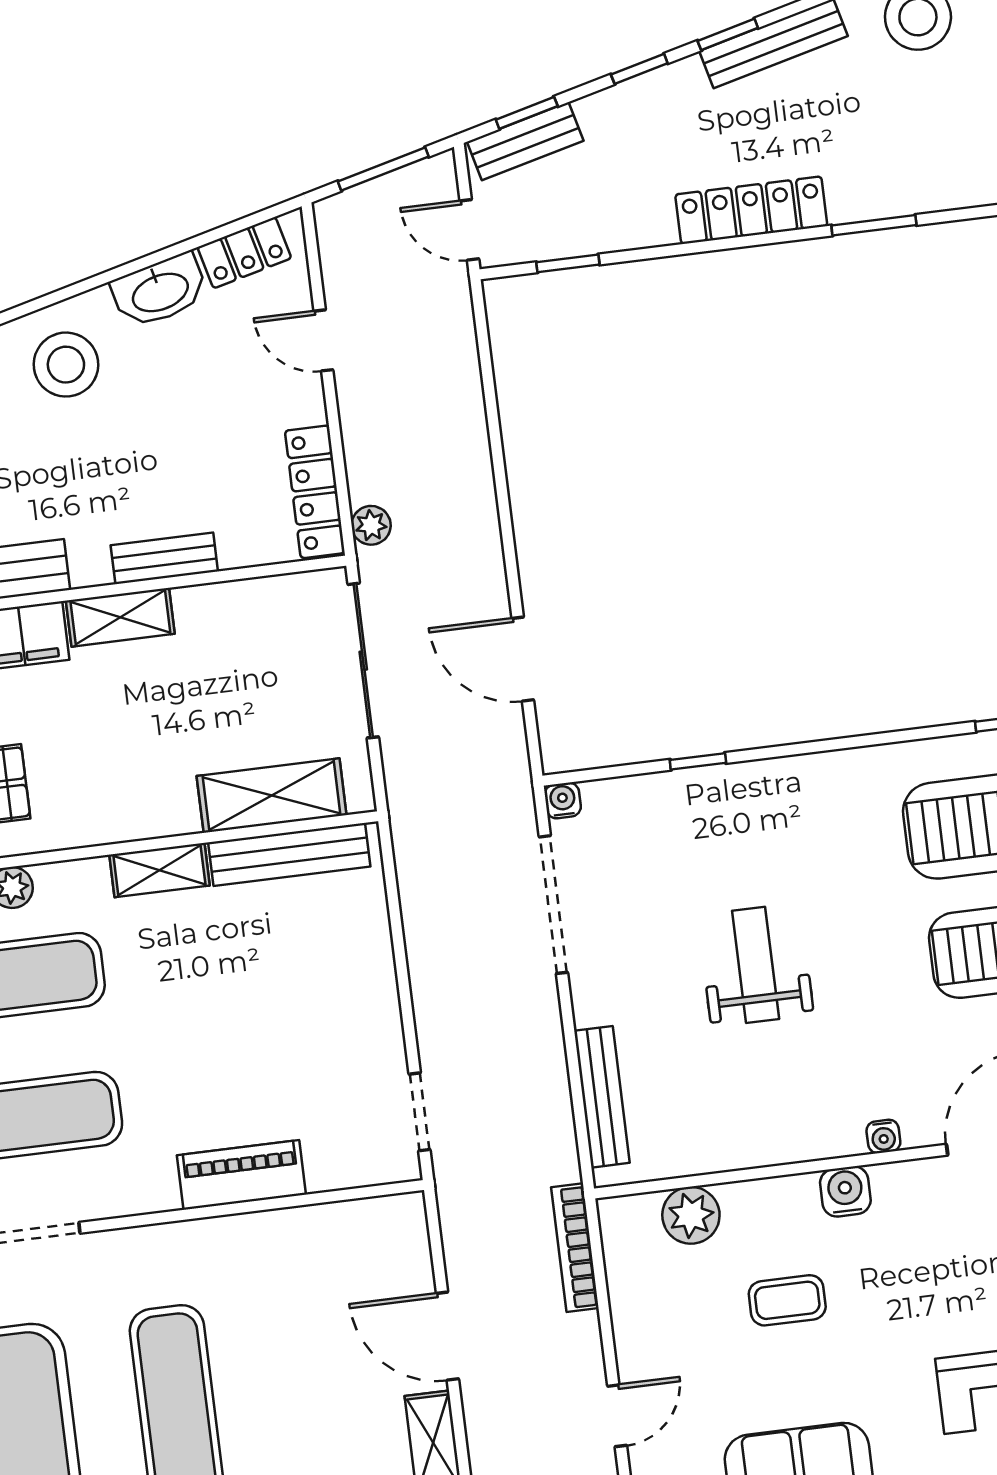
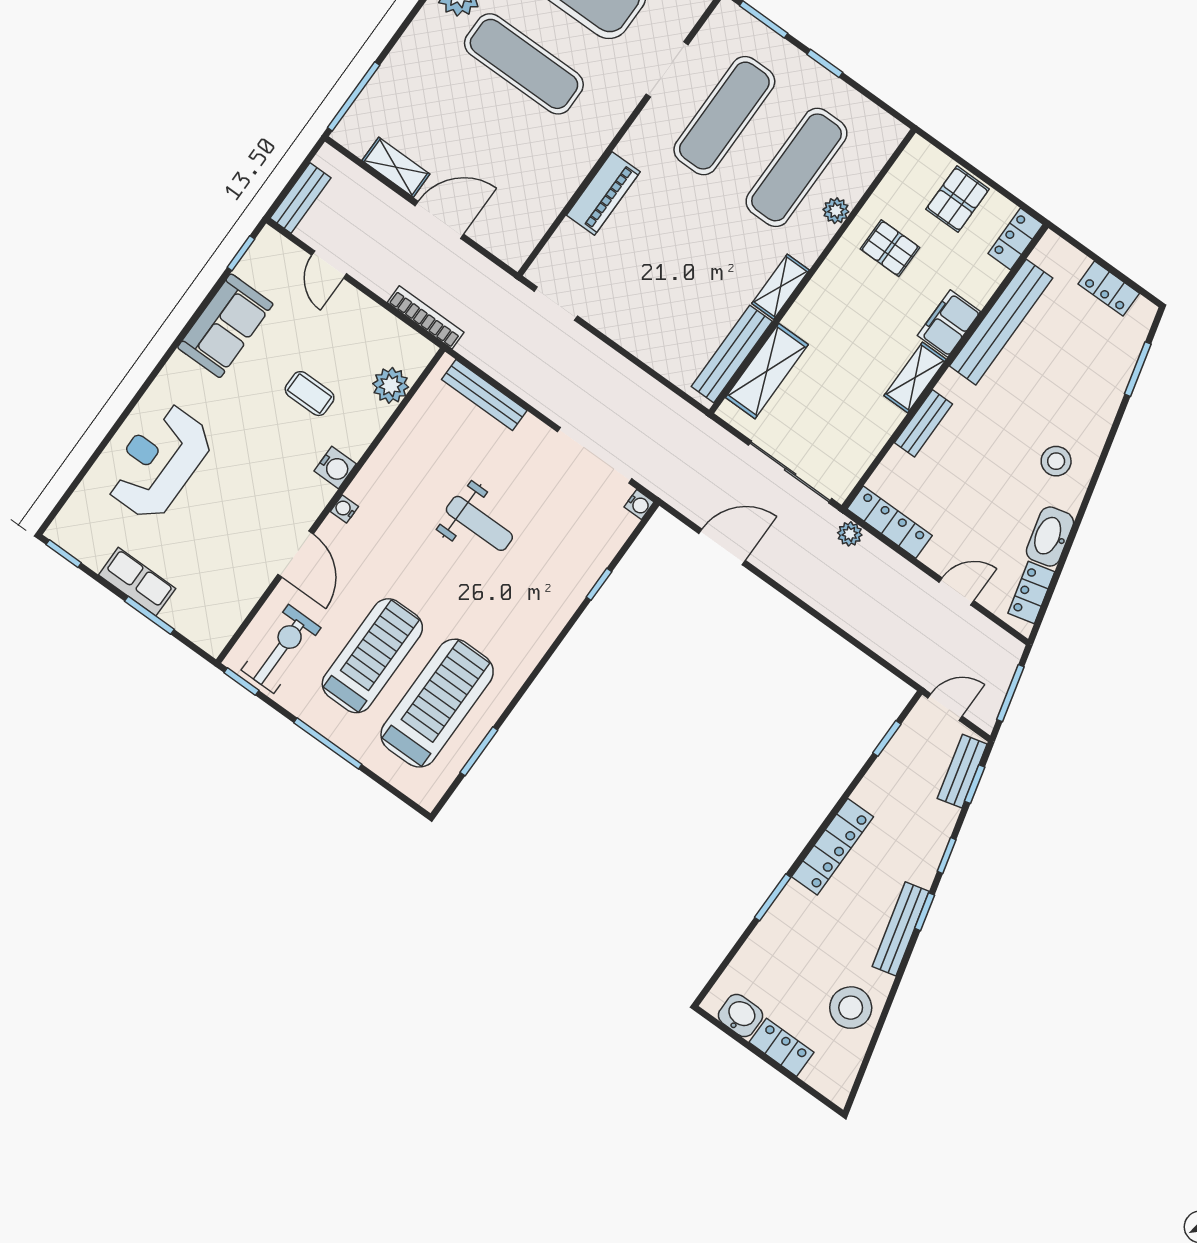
stool: (66, 365) -> (1056, 461), width x0.73, depth x0.73
coffee table: (787, 1300) -> (310, 394), turned 90

